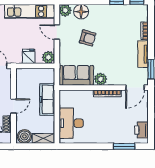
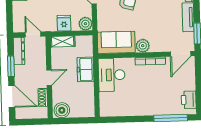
freezer: (47, 99) -> (85, 69), width x0.71
desk: (71, 123) -> (112, 75), moved
shelving: (43, 138) -> (63, 41), moved
window: (124, 146) -> (171, 118), width x1.44

